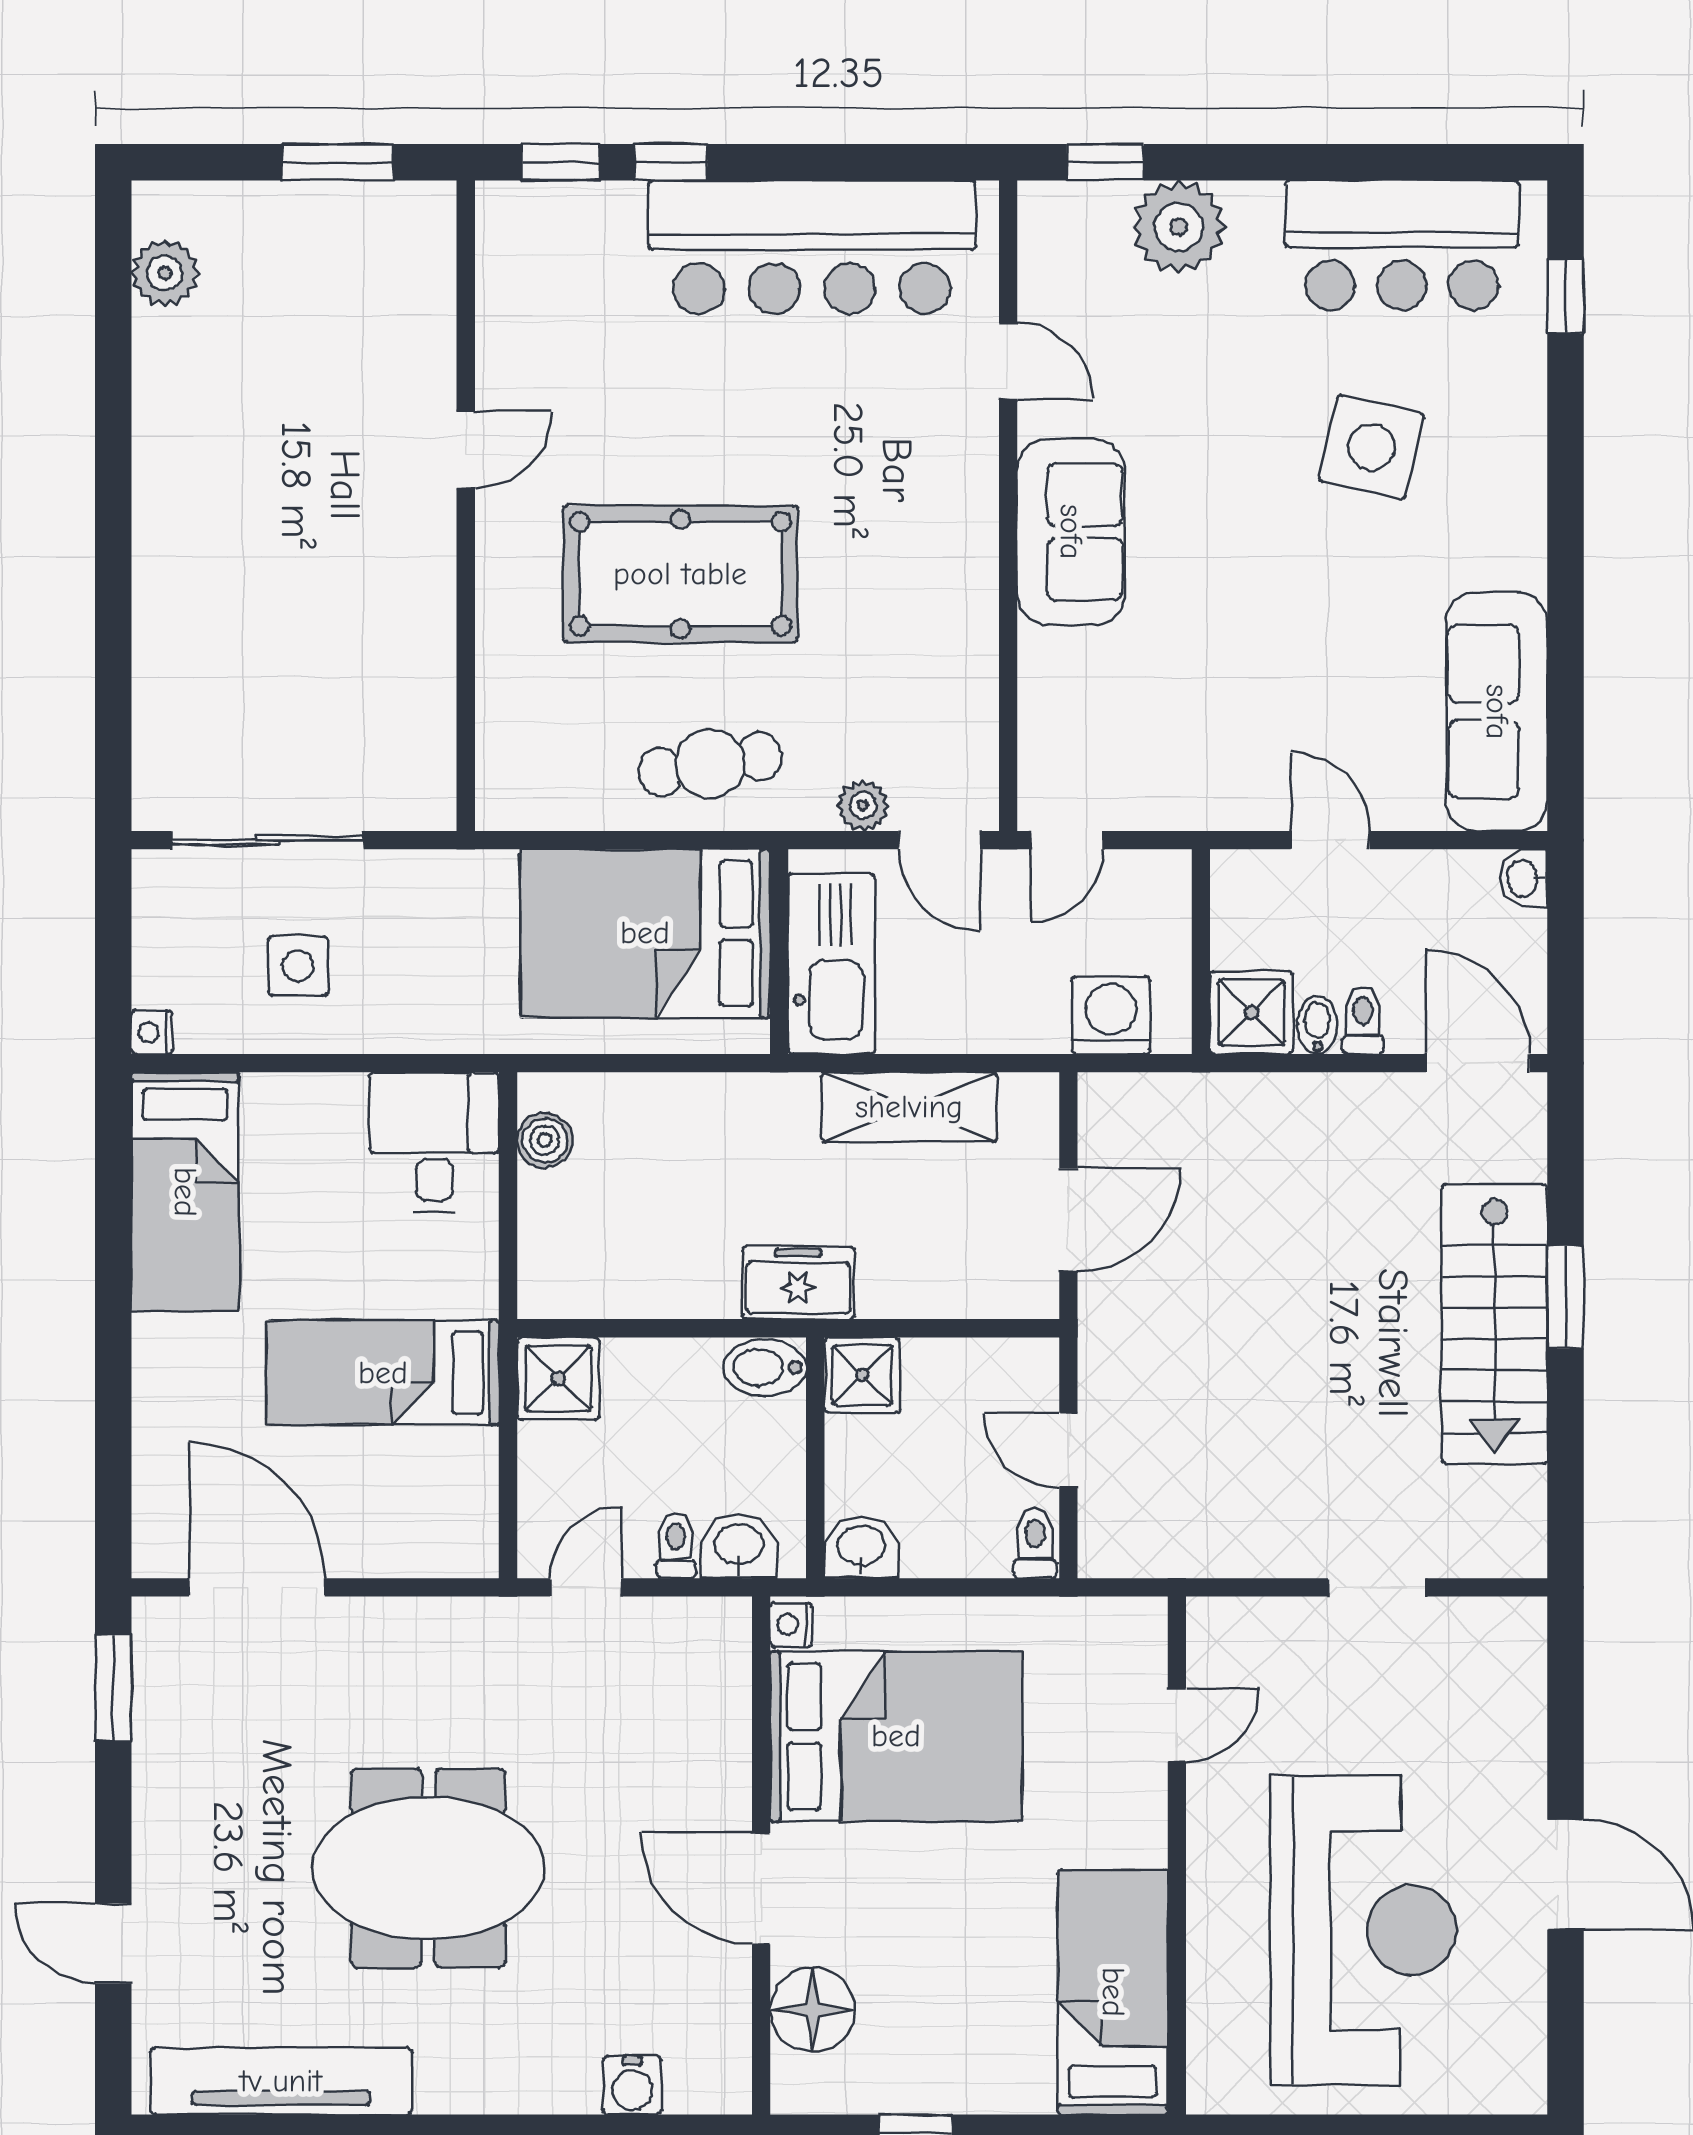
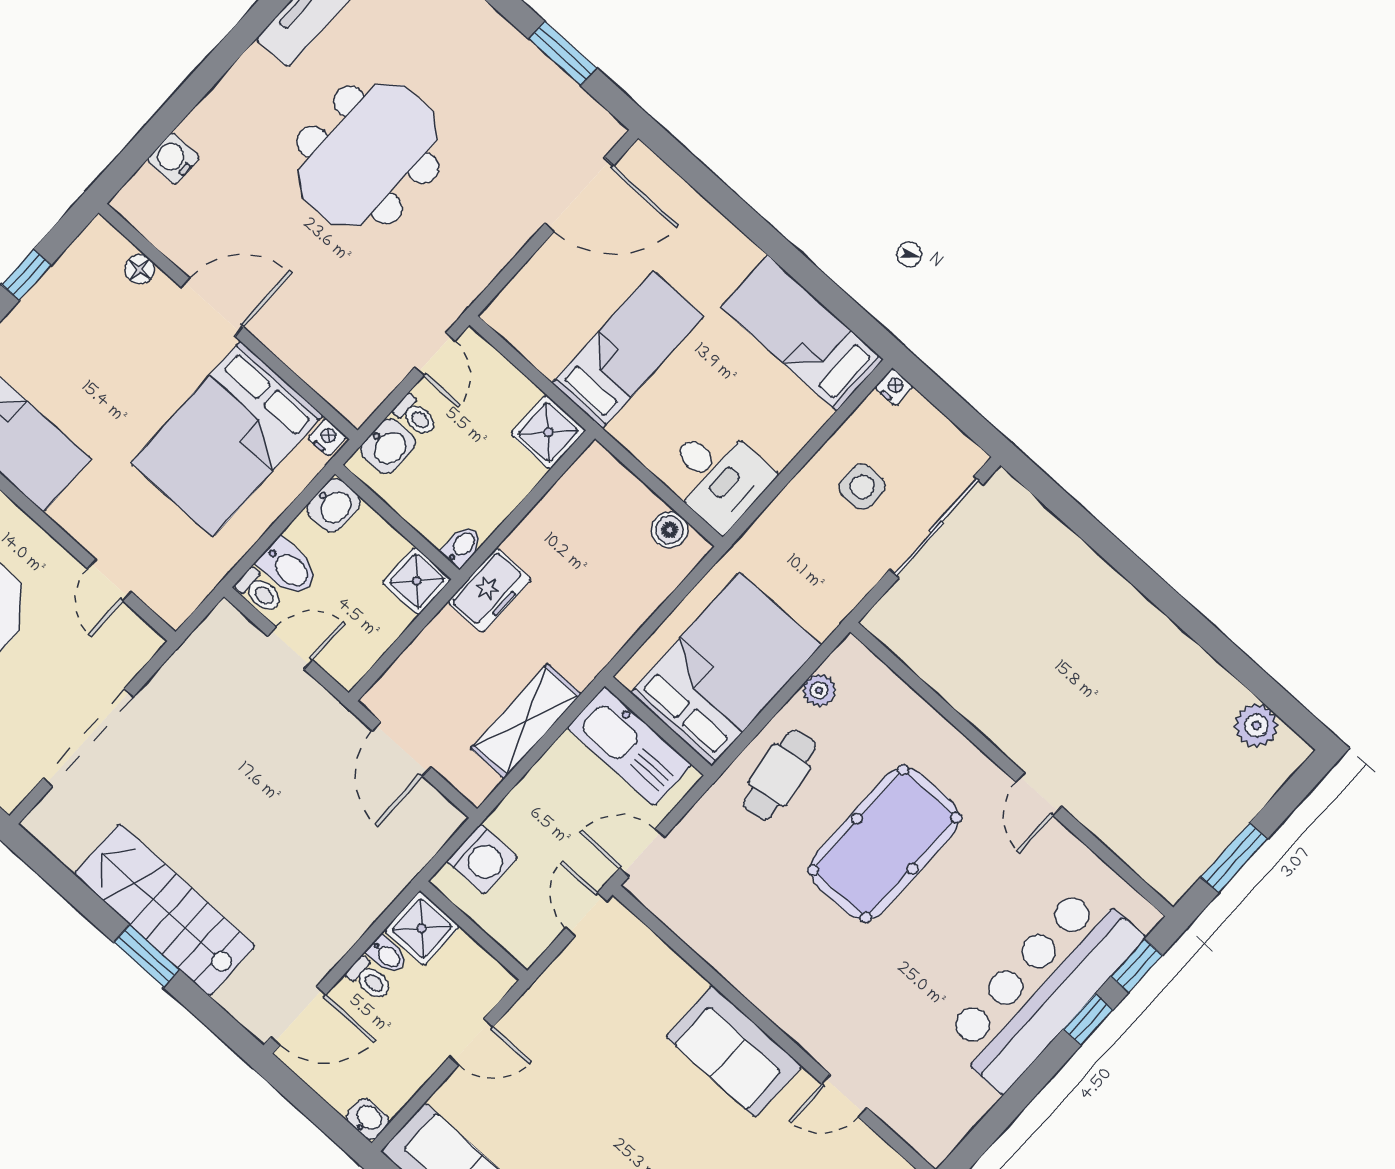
bar counter: (812, 247) -> (1042, 988), moved
plant: (863, 806) -> (819, 690), moved
bidet: (765, 1367) -> (462, 546), width x0.72, depth x0.74
bidet: (979, 1535) -> (288, 568), added
doorway: (1377, 1587) -> (88, 738), width x1.87
window: (113, 1688) -> (563, 54), moved
floor lamp: (813, 2010) -> (140, 269), width x0.53, depth x0.53

